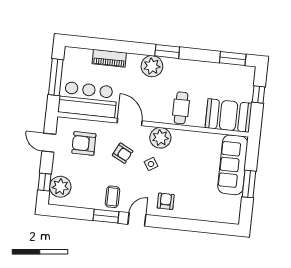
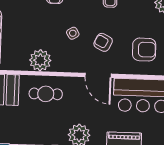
cafe table: (181, 108) -> (46, 94), turned 90
plant: (160, 138) -> (40, 60), moved

